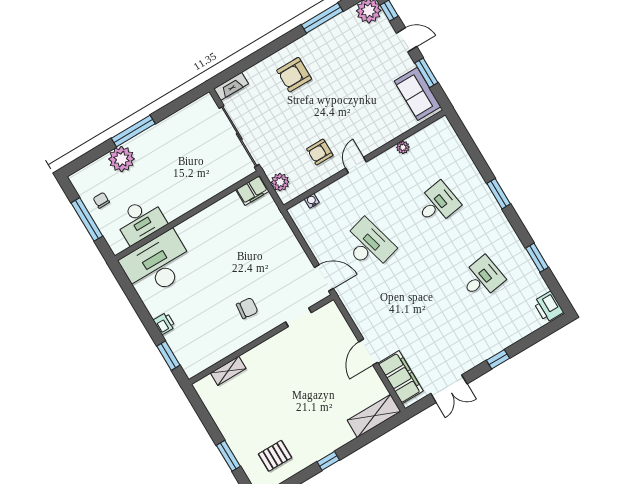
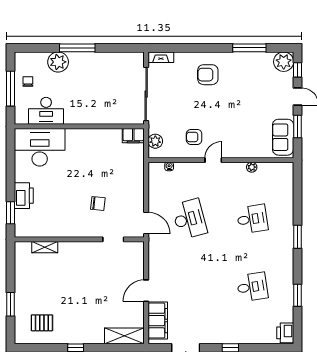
chair: (247, 308) -> (98, 204), moved
printer: (164, 323) -> (24, 196), width x1.87, depth x1.48

